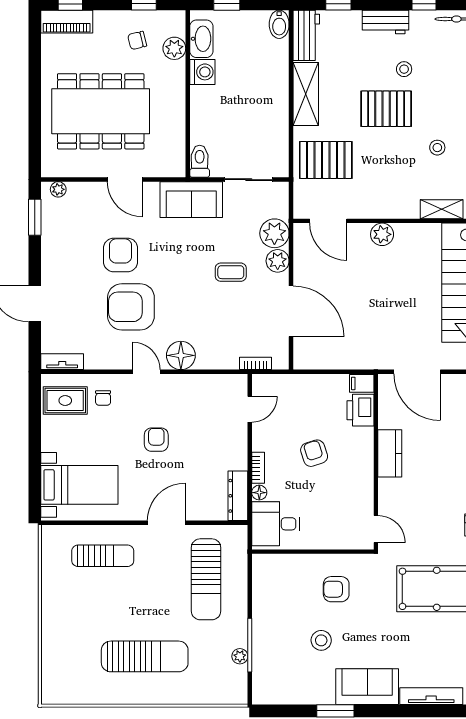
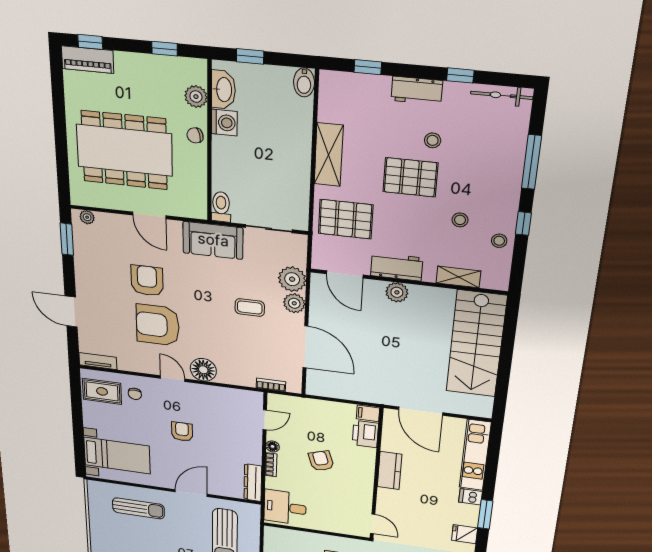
workbench: (306, 35) -> (397, 267), moved, turned -90
chair: (137, 40) -> (195, 135), moved
floor lamp: (259, 493) -> (273, 446), moved

